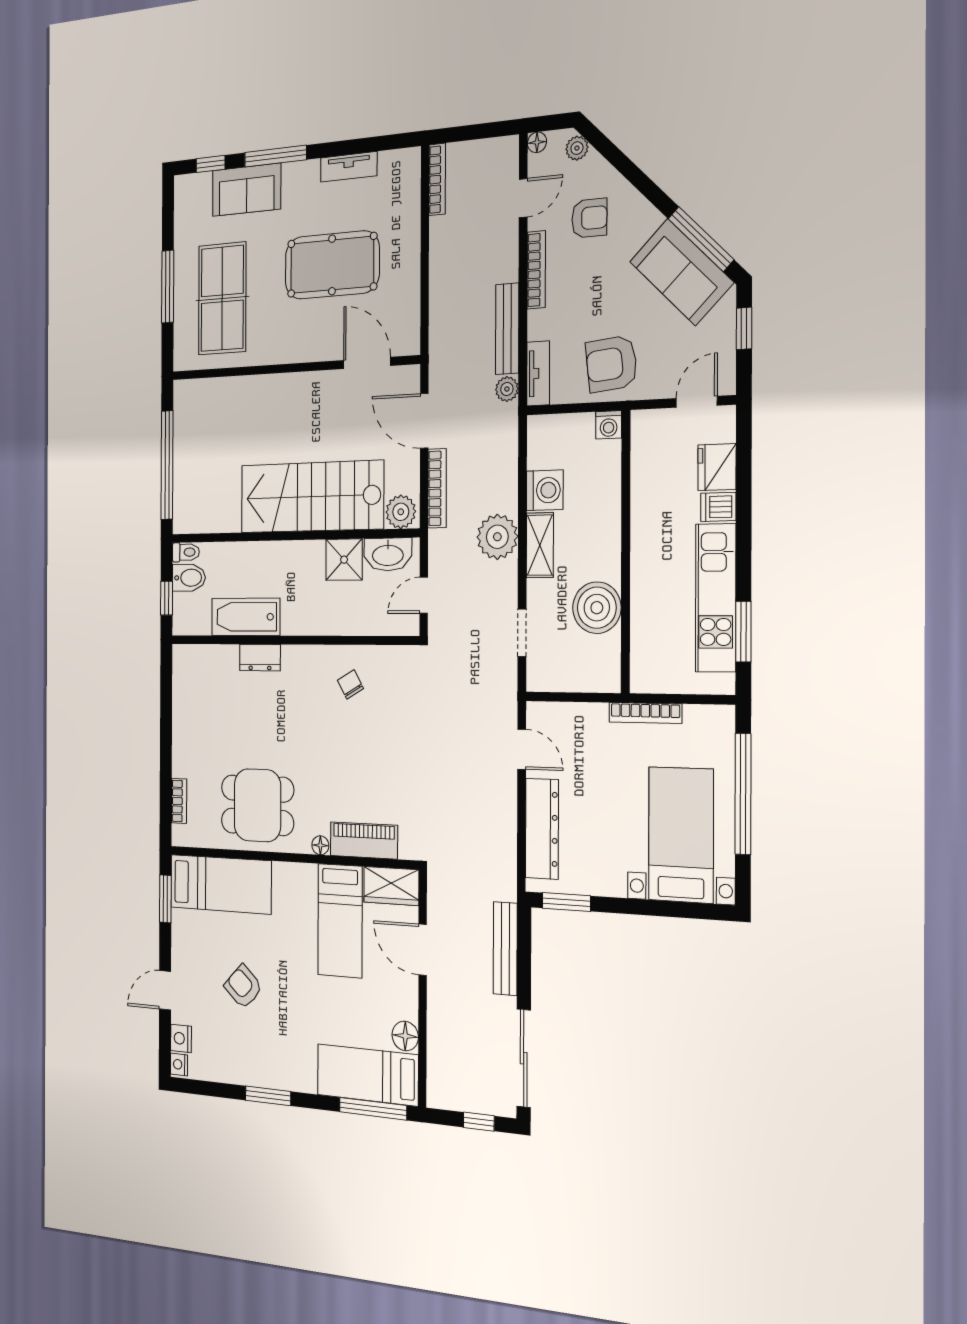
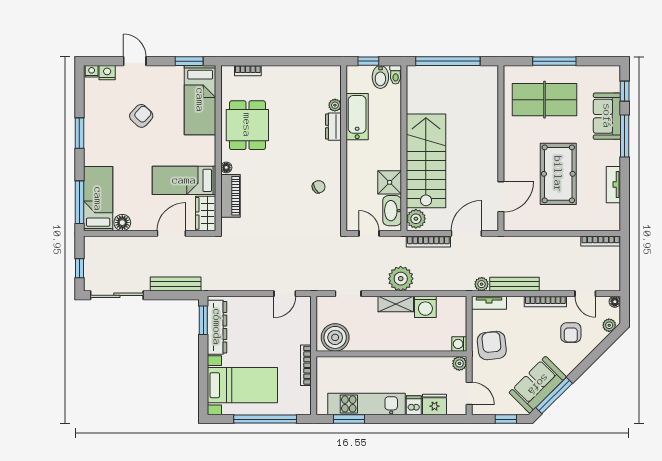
plant: (643, 423) -> (459, 363), added
boiler: (597, 608) -> (335, 337), moved
plant: (229, 655) -> (335, 105), added
dresser: (542, 829) -> (217, 327), moved, turned -90

